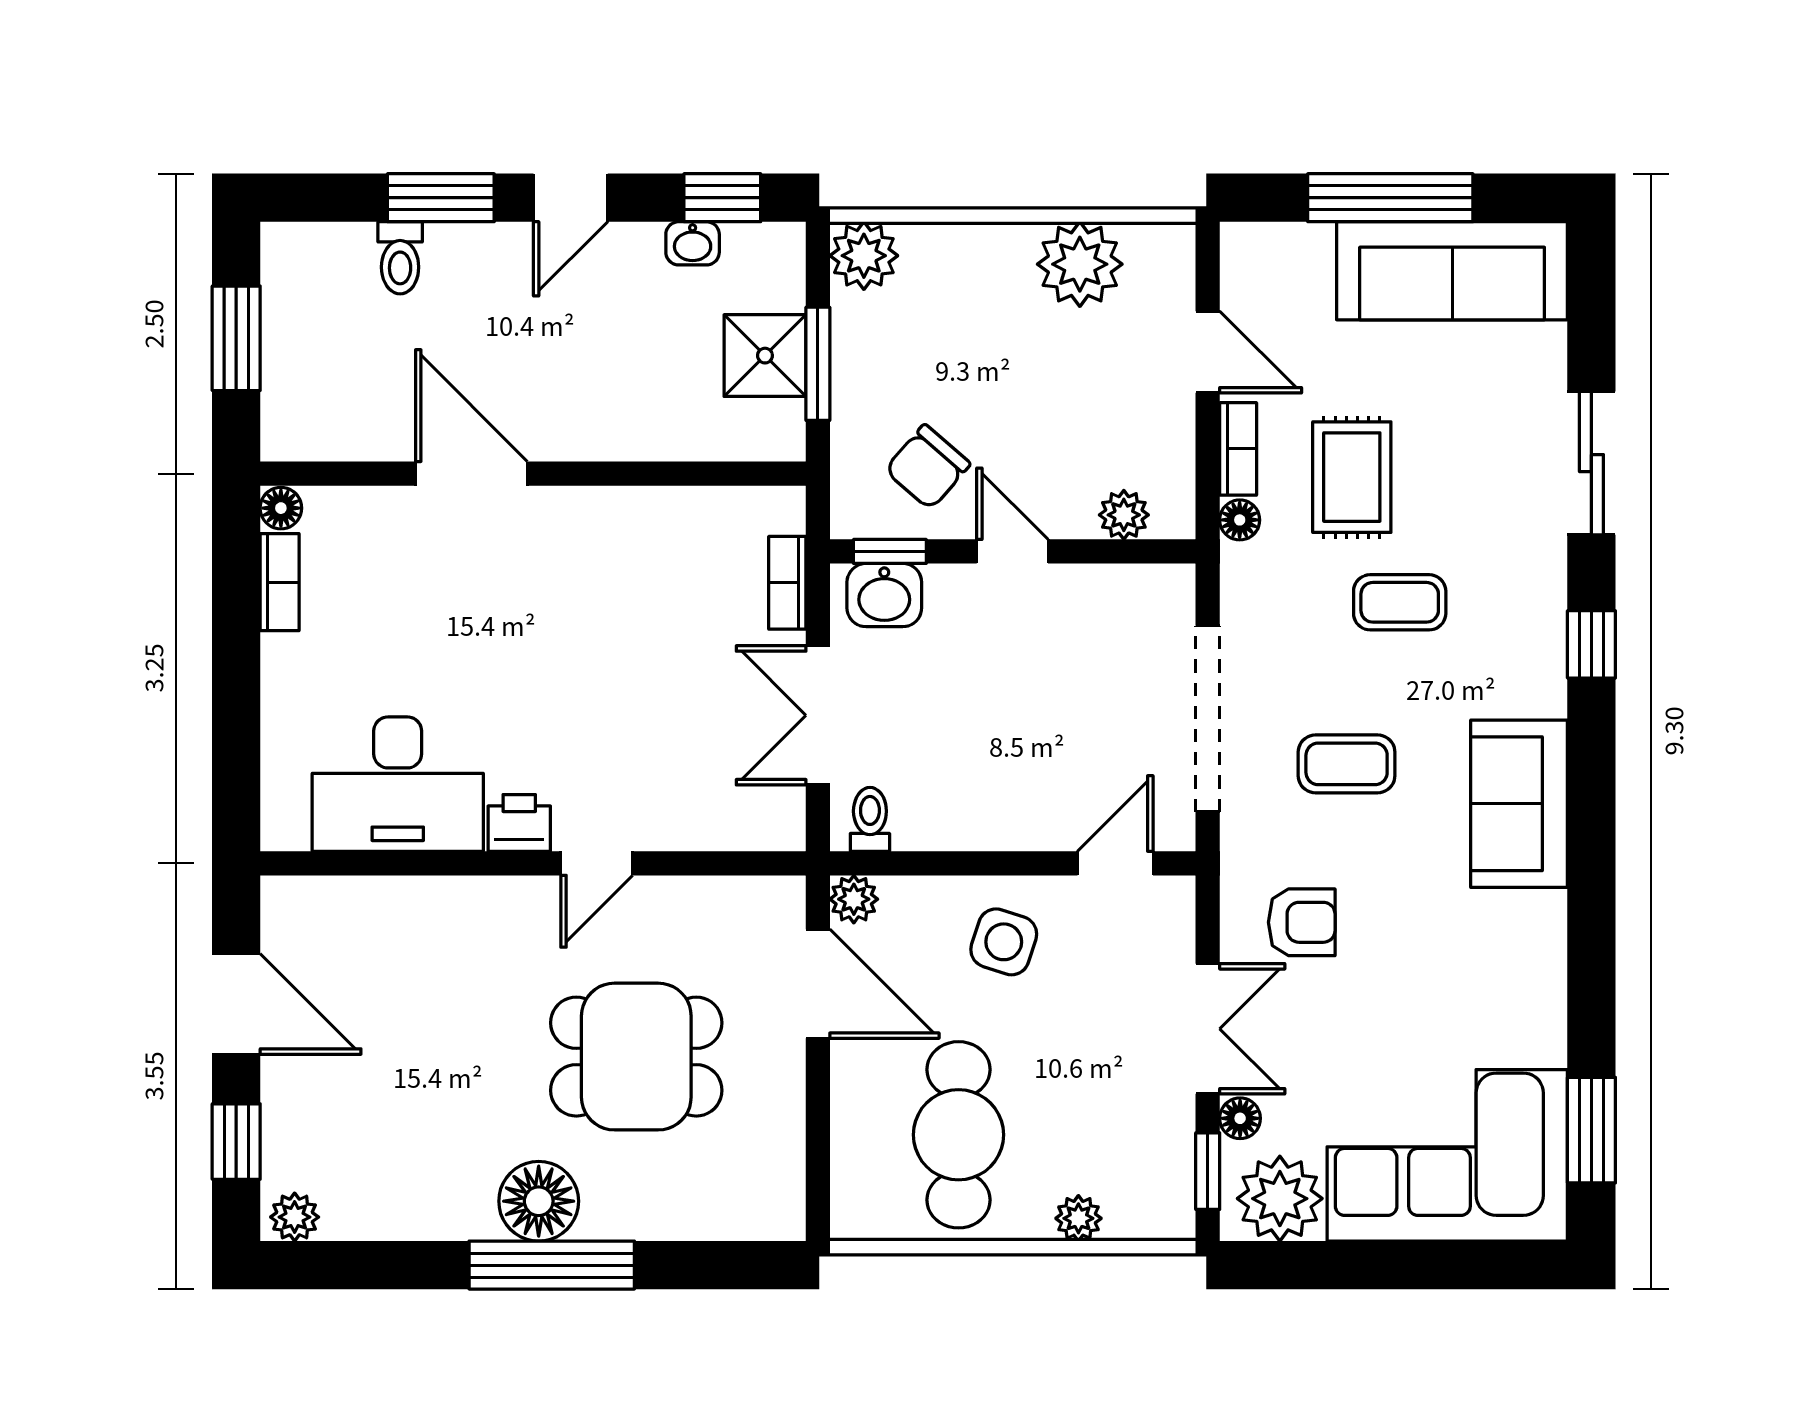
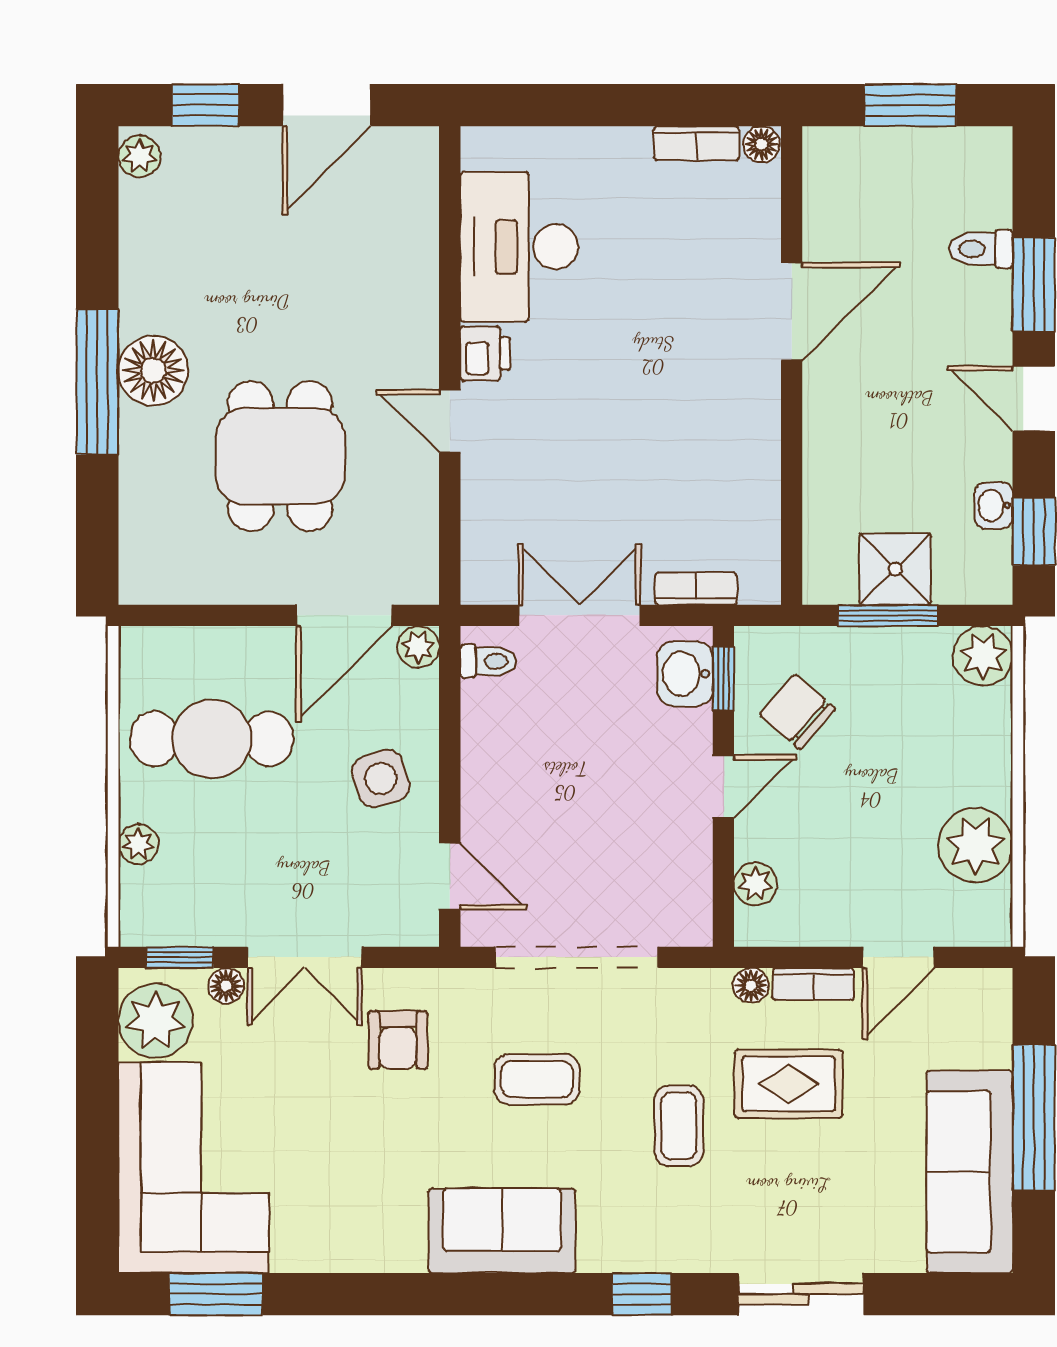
coffee table: (1347, 764) -> (537, 1079), turned 90
side table: (1004, 942) -> (381, 779), turned -36

